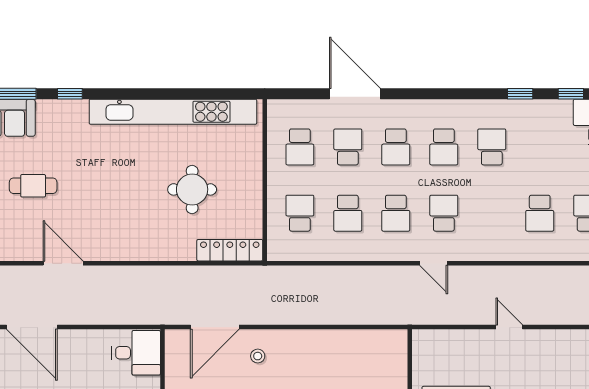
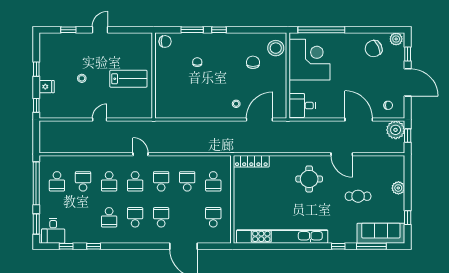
school desk: (348, 147) -> (109, 181), moved
round table: (192, 189) -> (309, 179), moved
door: (509, 327) -> (100, 119), swing flipped

